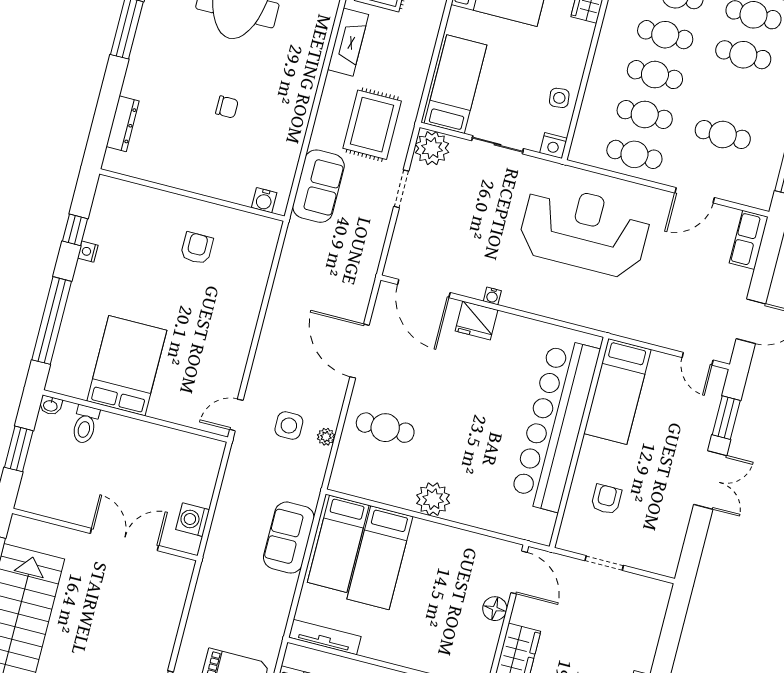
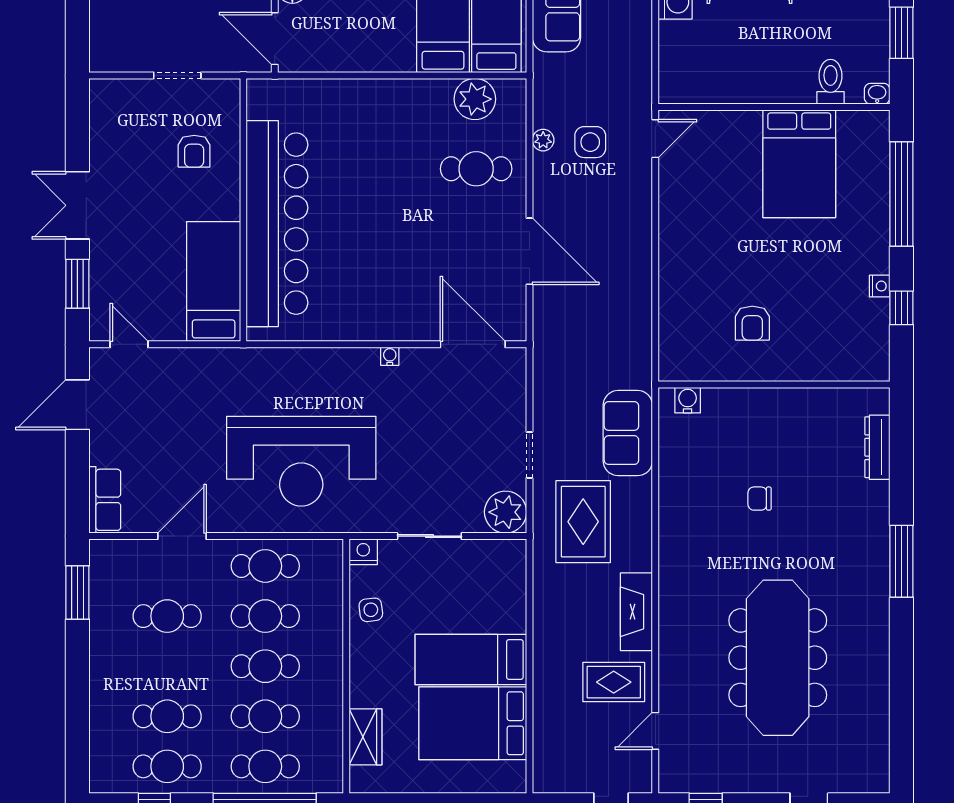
bed: (456, 84) -> (471, 660), moved, turned 90
fridge: (477, 321) -> (401, 323), removed
plant: (433, 499) -> (475, 99), moved

